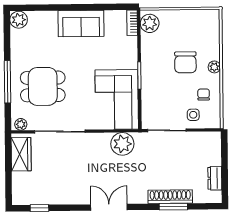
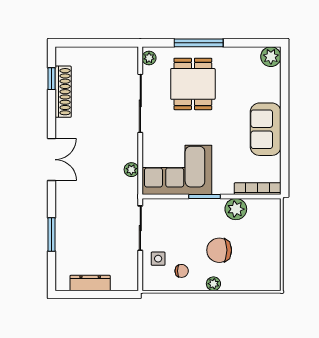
bookcase: (132, 23) -> (258, 189), width x1.56
plant: (150, 23) -> (236, 209), moved
plant: (122, 144) -> (131, 170), width x0.53, depth x0.53
wardrobe: (21, 154) -> (114, 58), removed
dresser: (215, 178) -> (90, 283), width x1.44
shoe rack: (170, 197) -> (63, 92), moved

